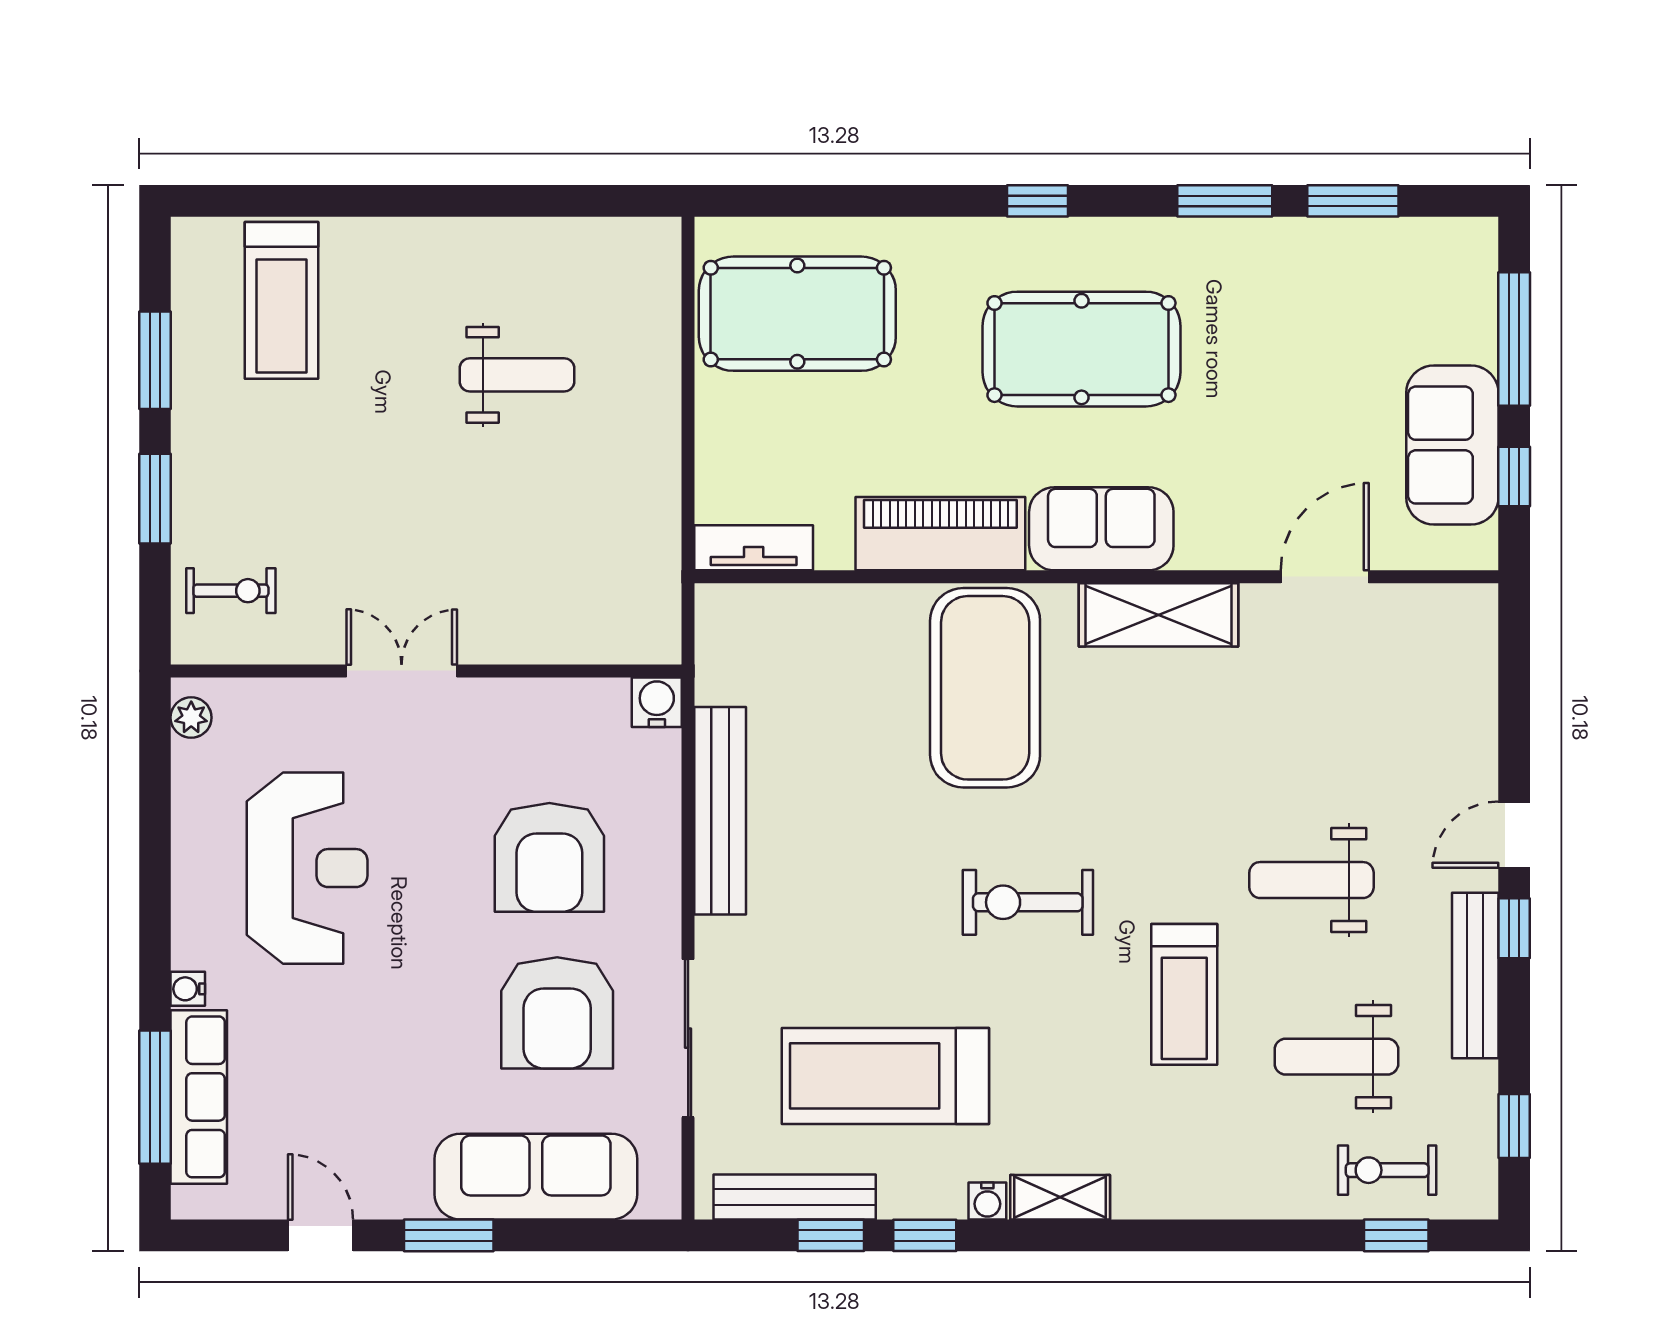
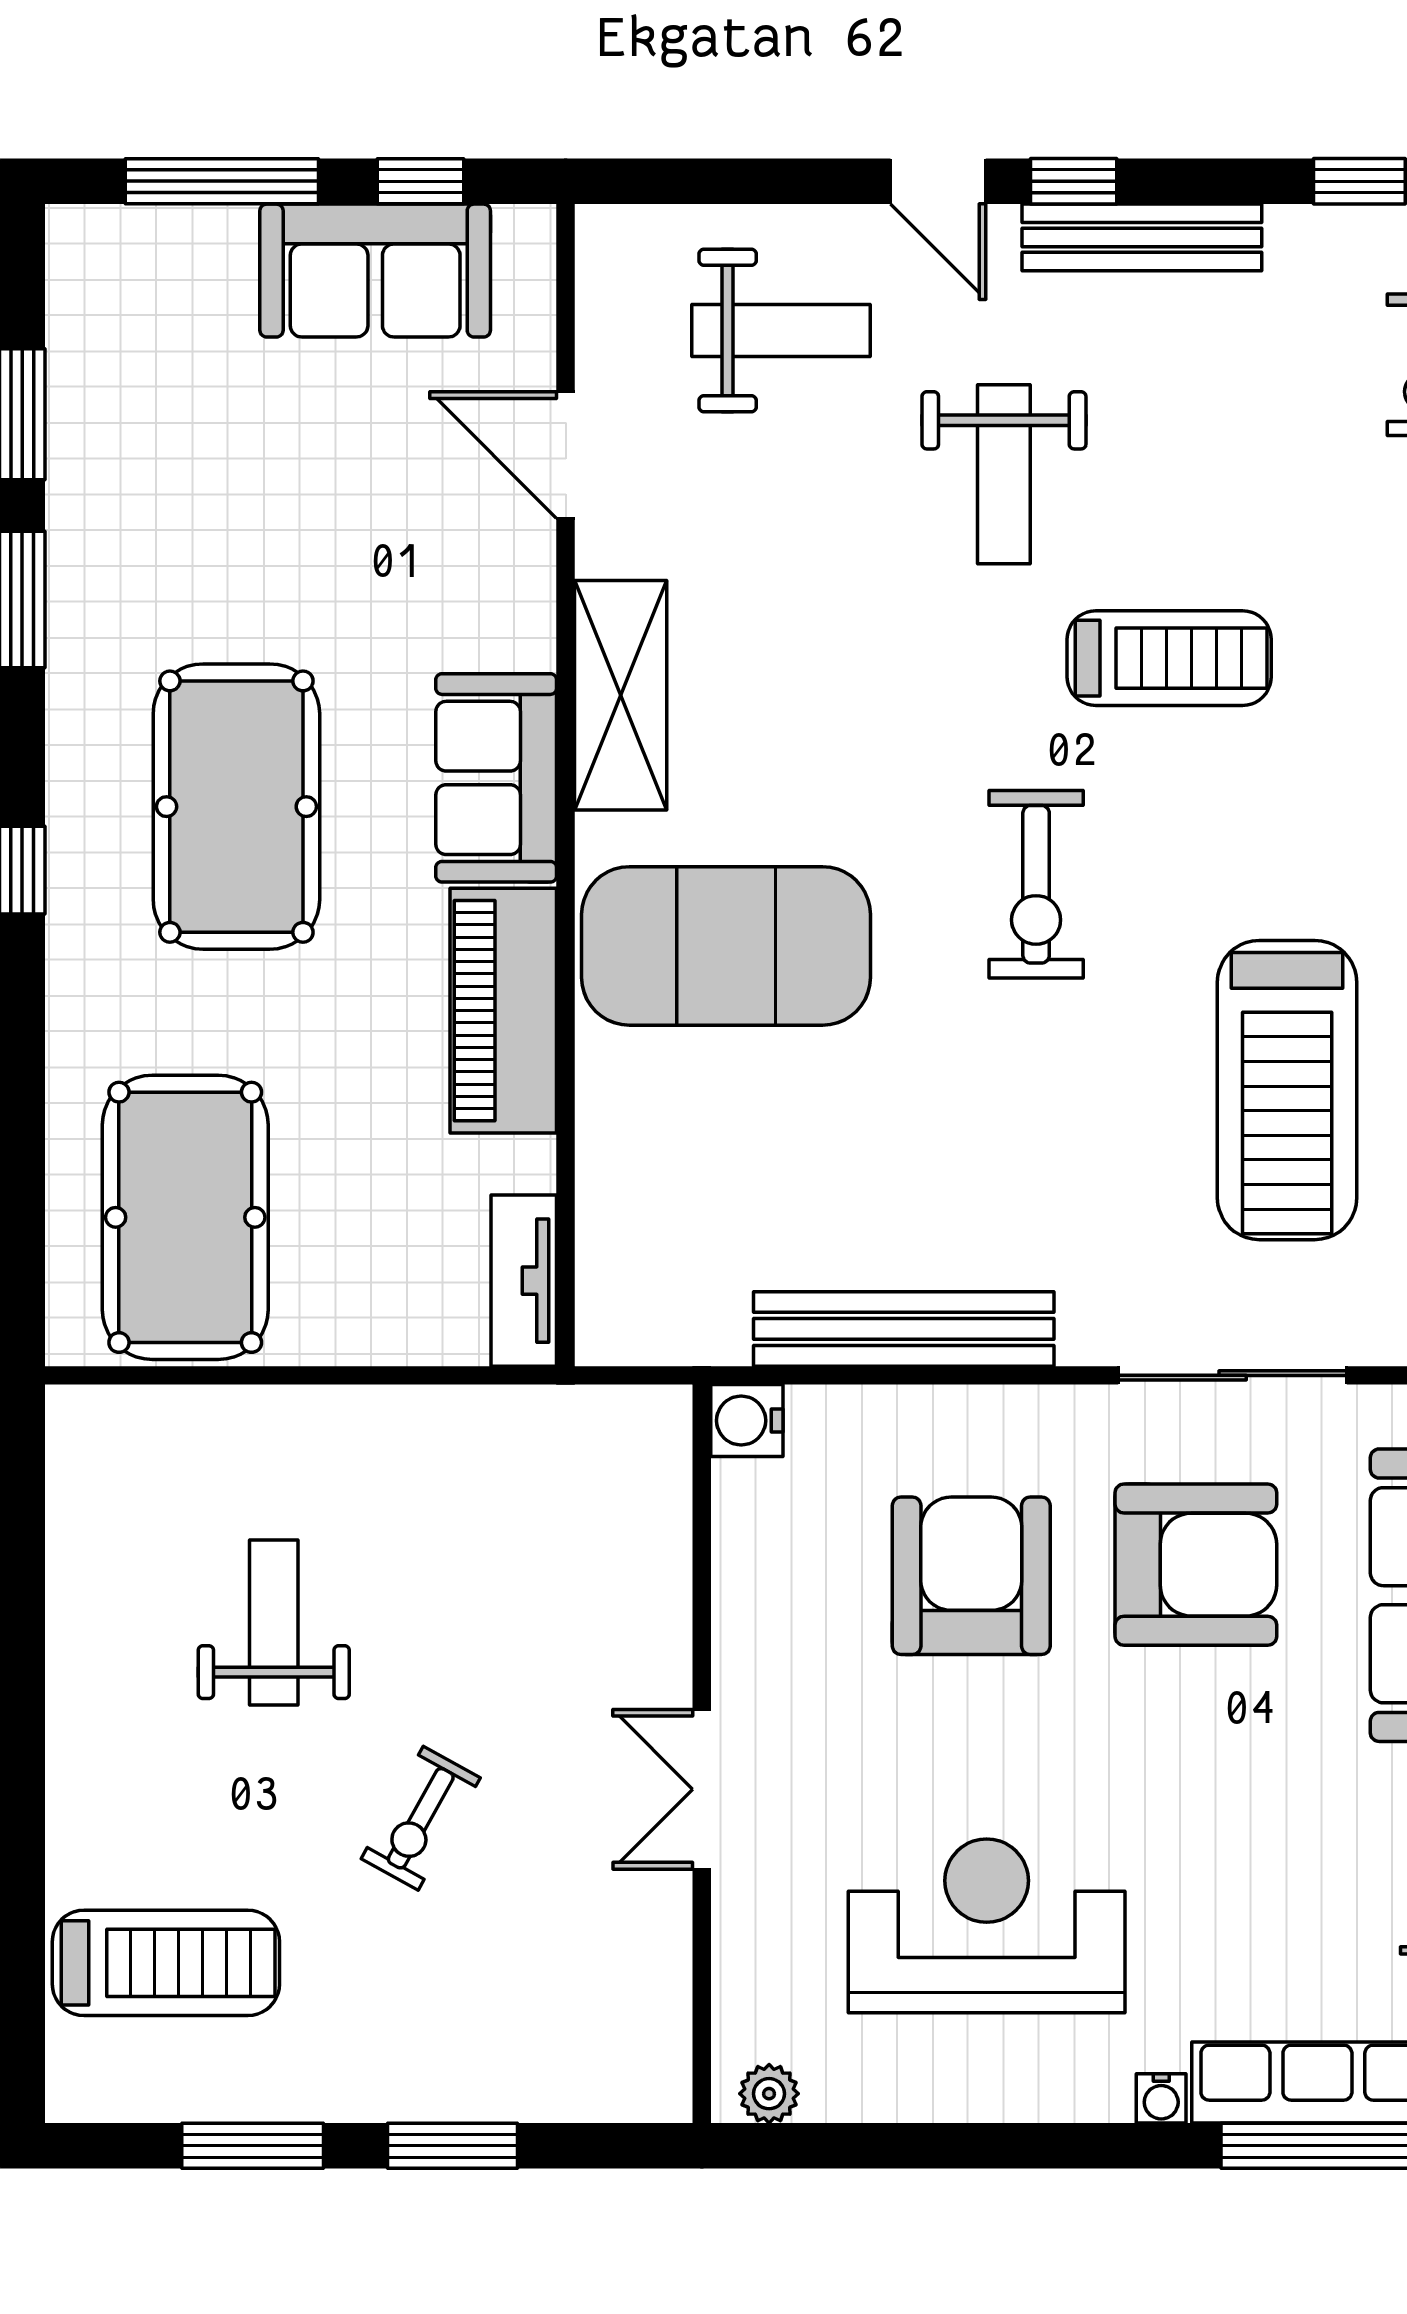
exercise bike: (231, 591) -> (421, 1818), moved, turned -151
armchair: (549, 857) -> (971, 1576), turned -90
weight bench: (1336, 1057) -> (781, 331), moved, turned -90

